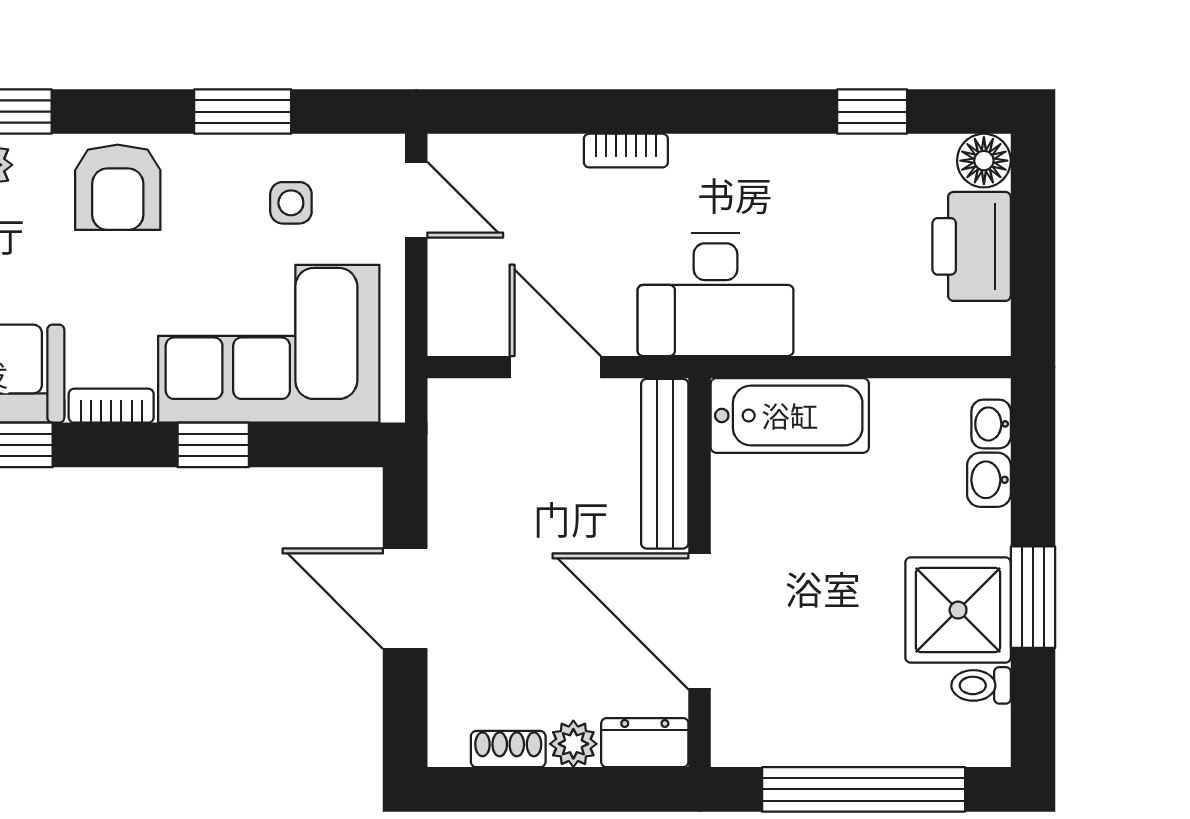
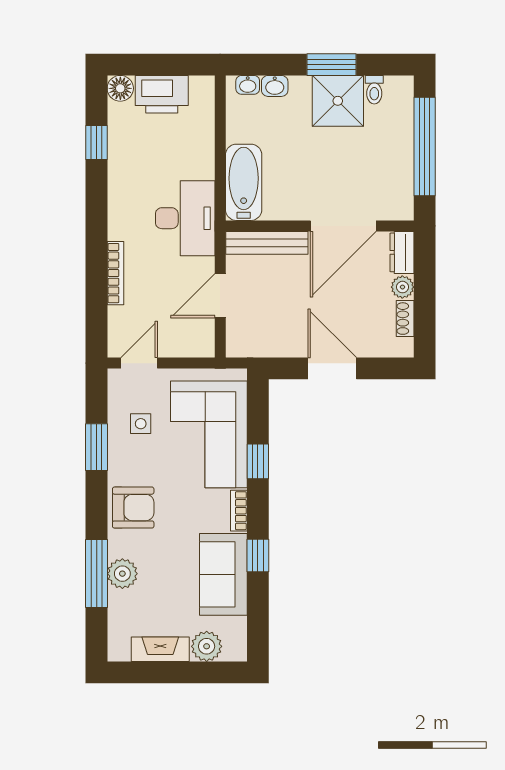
bookcase: (626, 151) -> (115, 273), width x1.56
door: (405, 599) -> (332, 368), swing flipped

